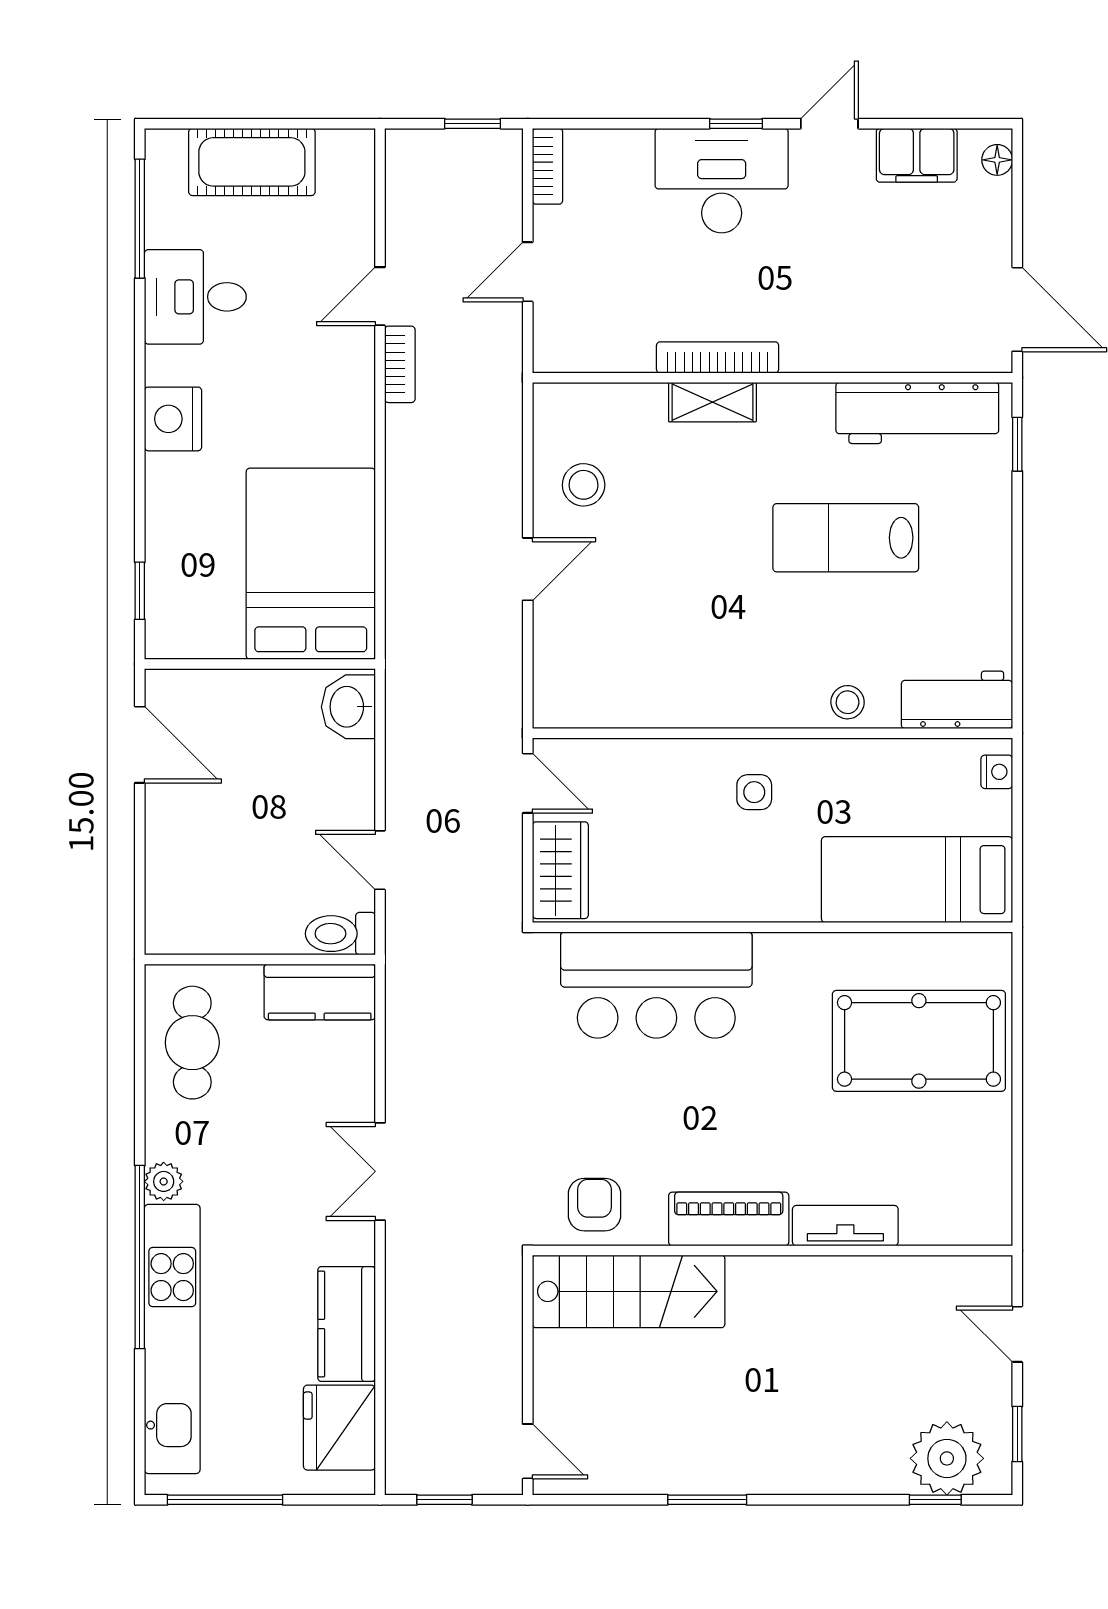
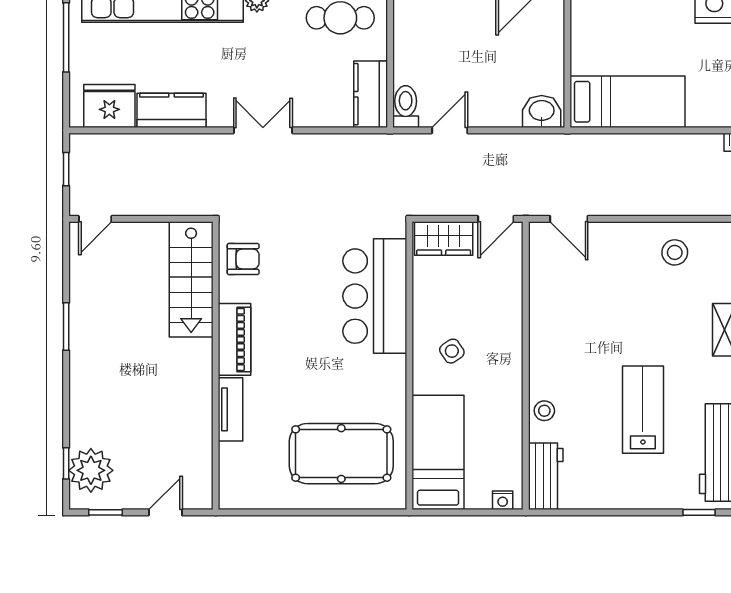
bed: (311, 564) -> (627, 102), width x0.67
door: (528, 569) -> (569, 219), moved
side table: (754, 792) -> (452, 351), moved, turned -34
pool table: (919, 1041) -> (341, 454), turned 90

